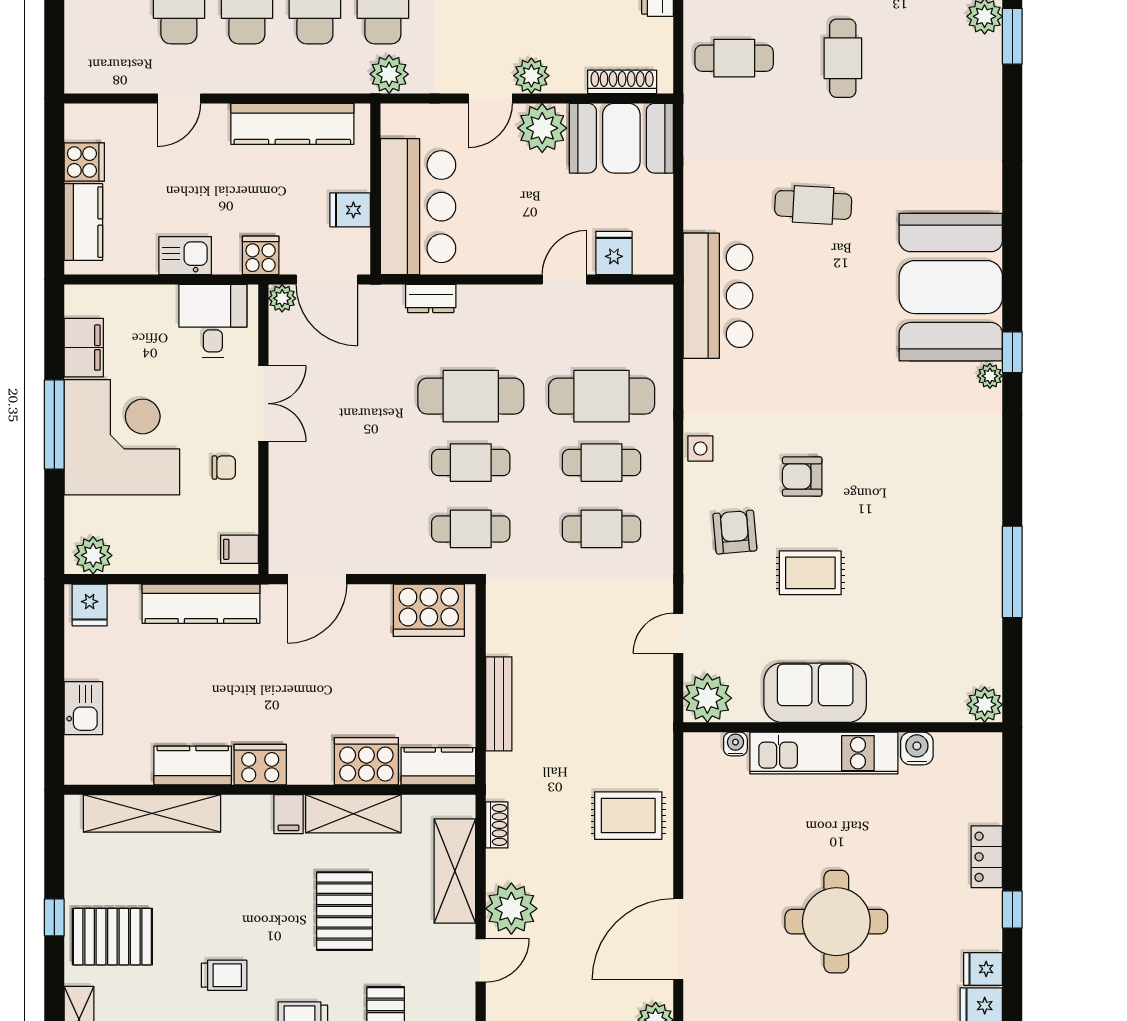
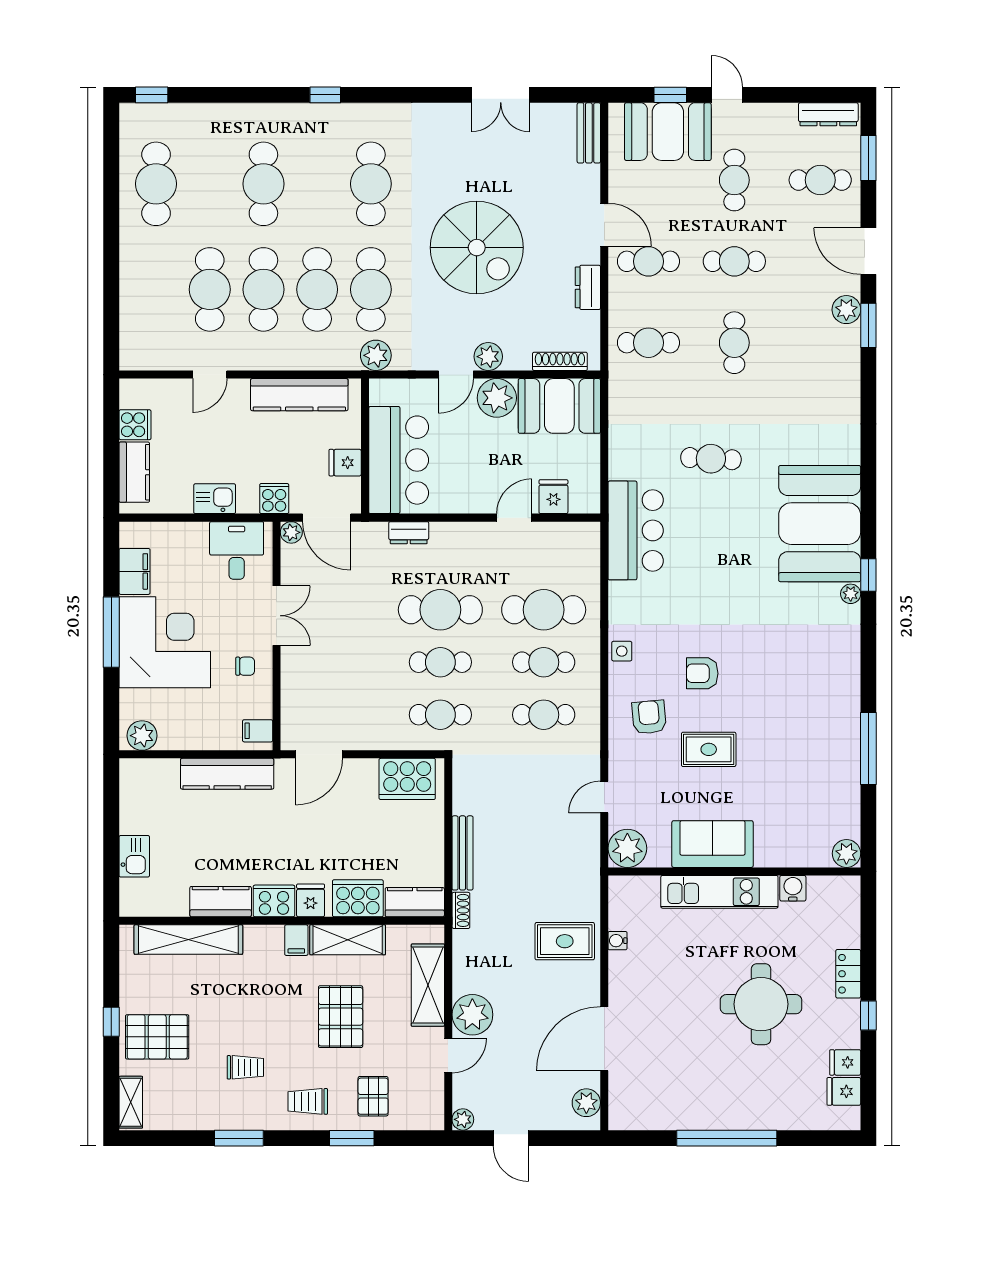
fridge: (90, 605) -> (311, 900), moved, turned 180
water cooler: (735, 744) -> (618, 941), moved, turned -90
shoe rack: (497, 825) -> (461, 910), moved
round table: (836, 922) -> (761, 1004), moved

